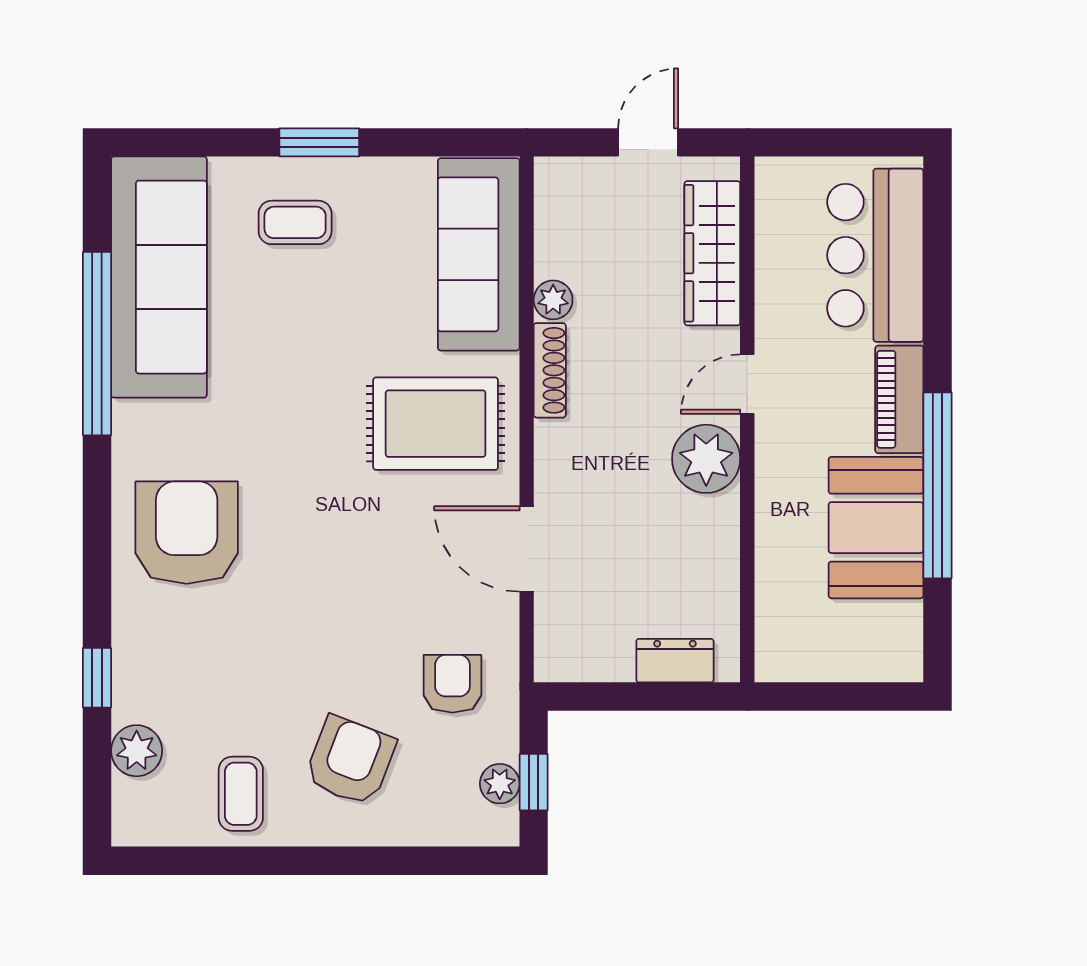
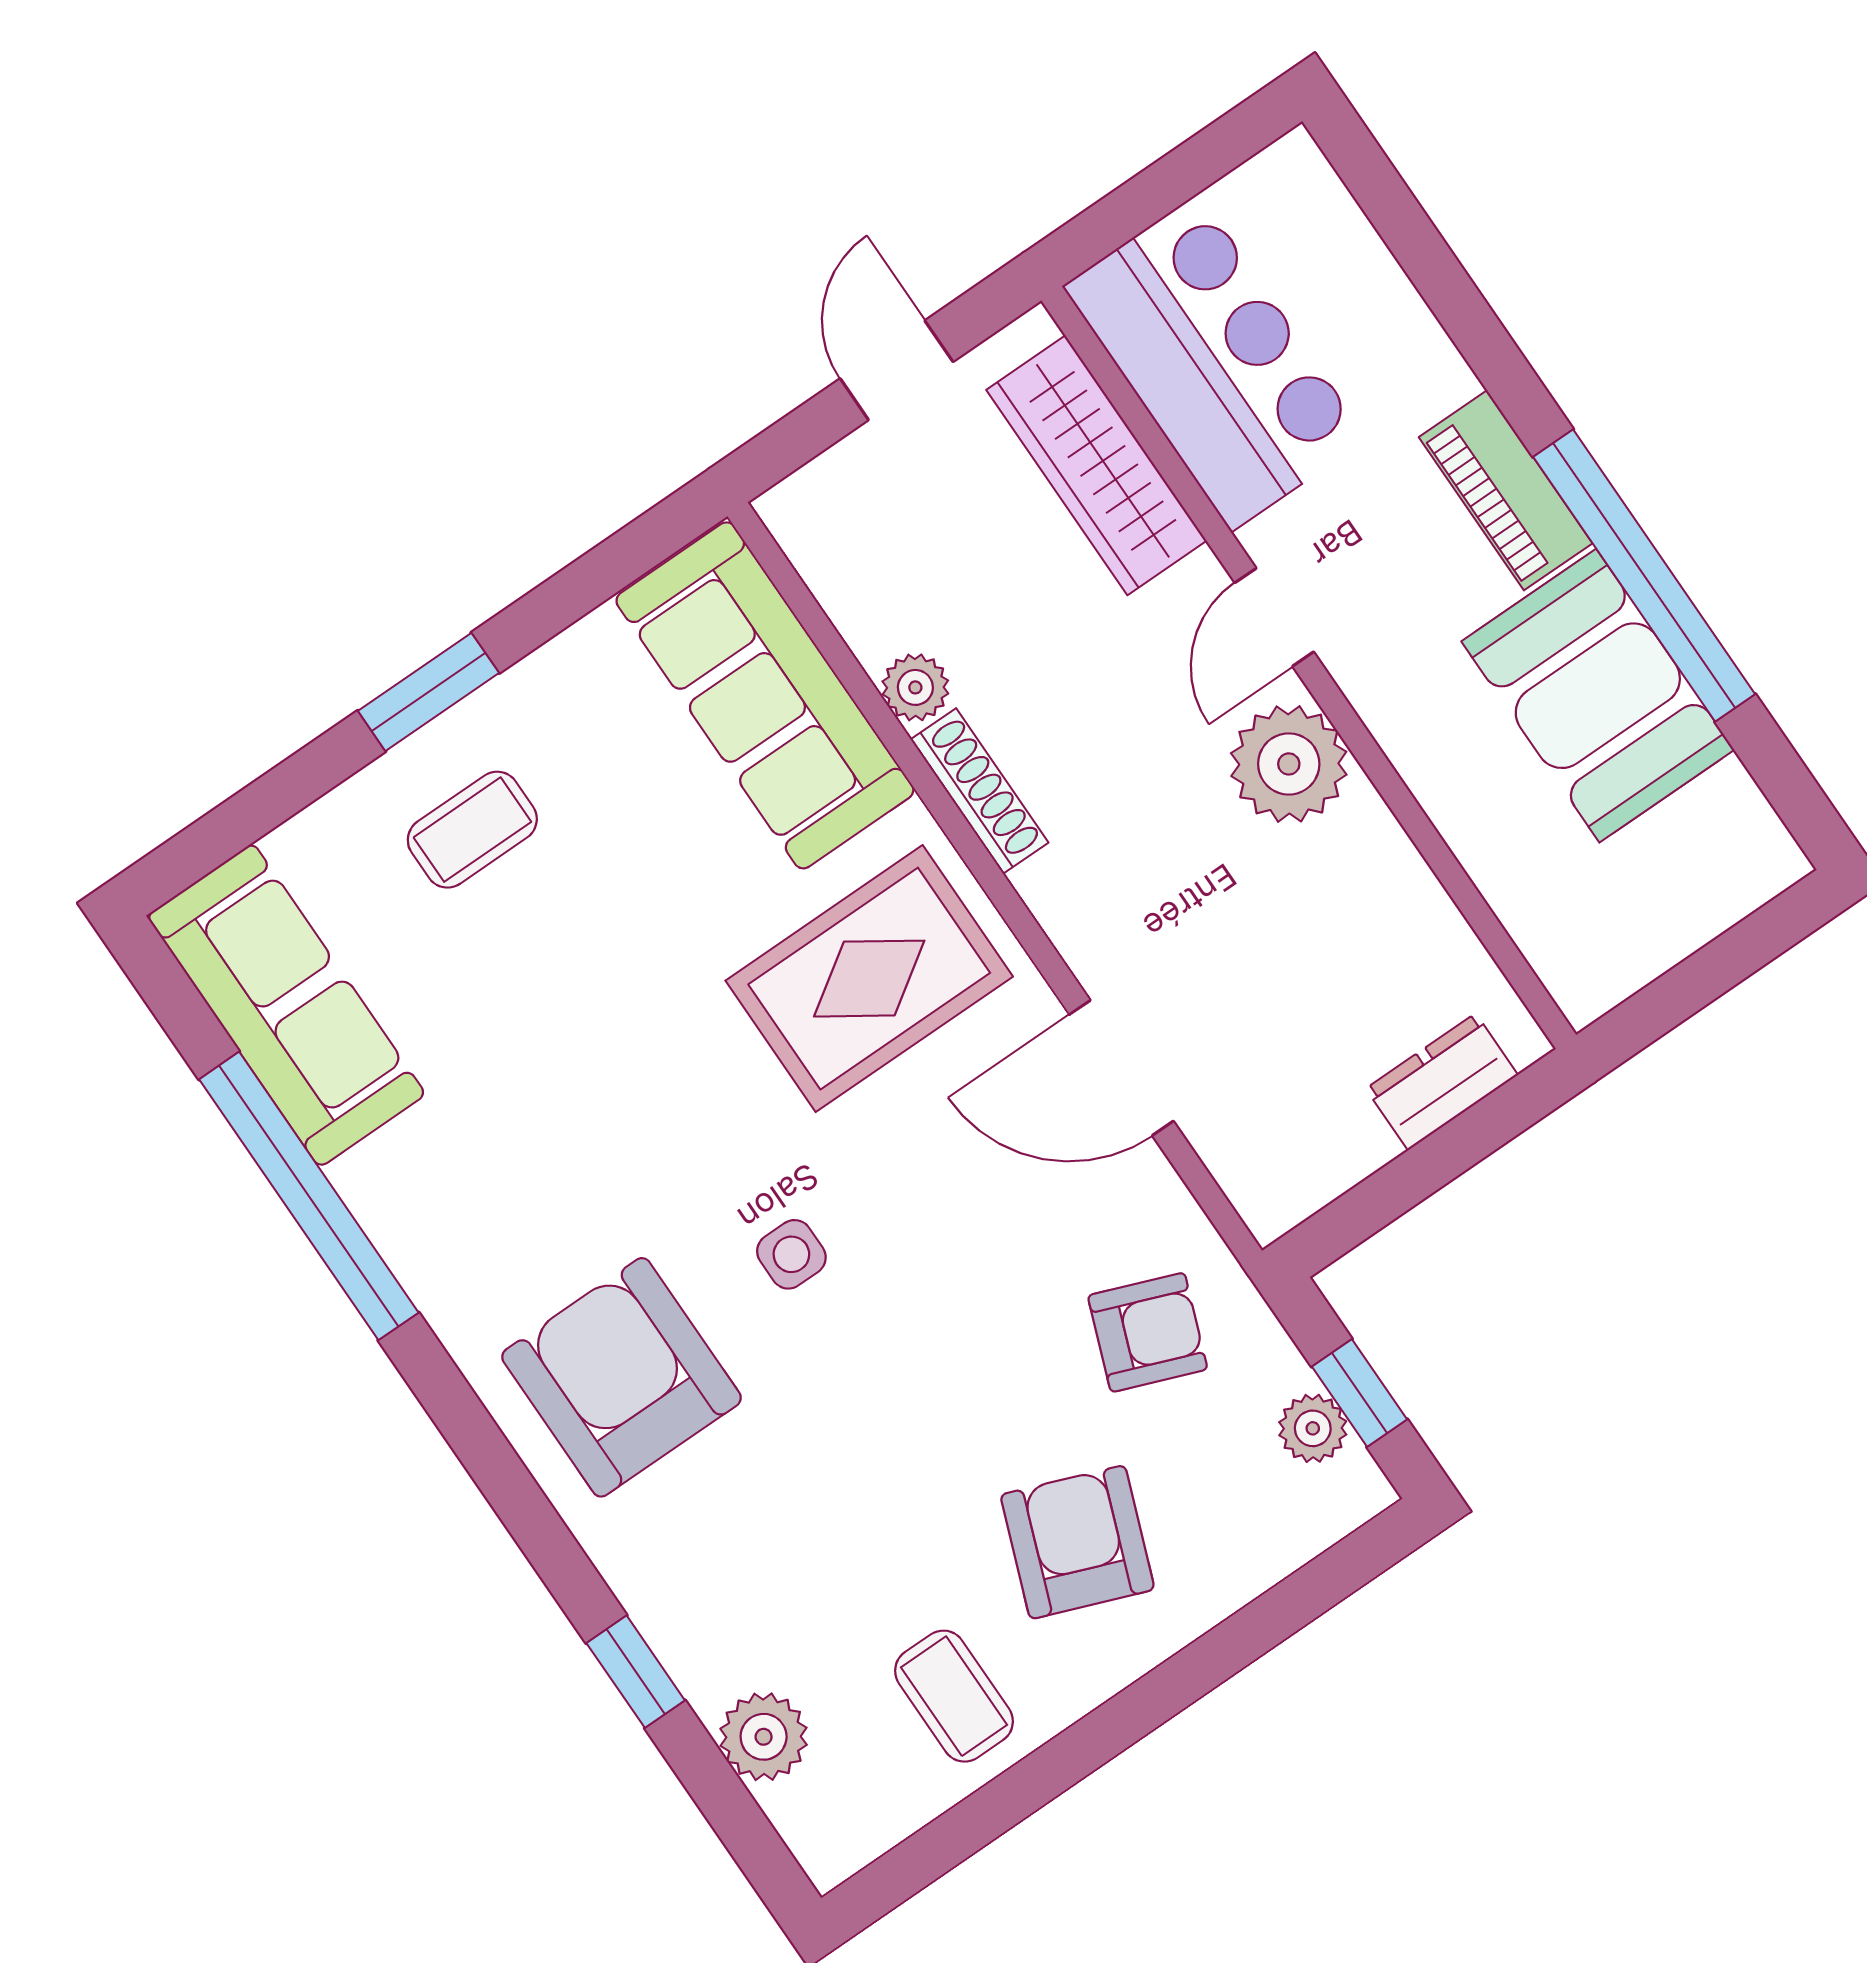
bar counter: (875, 255) -> (1215, 363), moved, turned 180
sofa: (159, 277) -> (286, 1005), width x0.74, depth x0.79
side table: (308, 530) -> (791, 1254), added
armchair: (452, 684) -> (1148, 1332), turned 111

